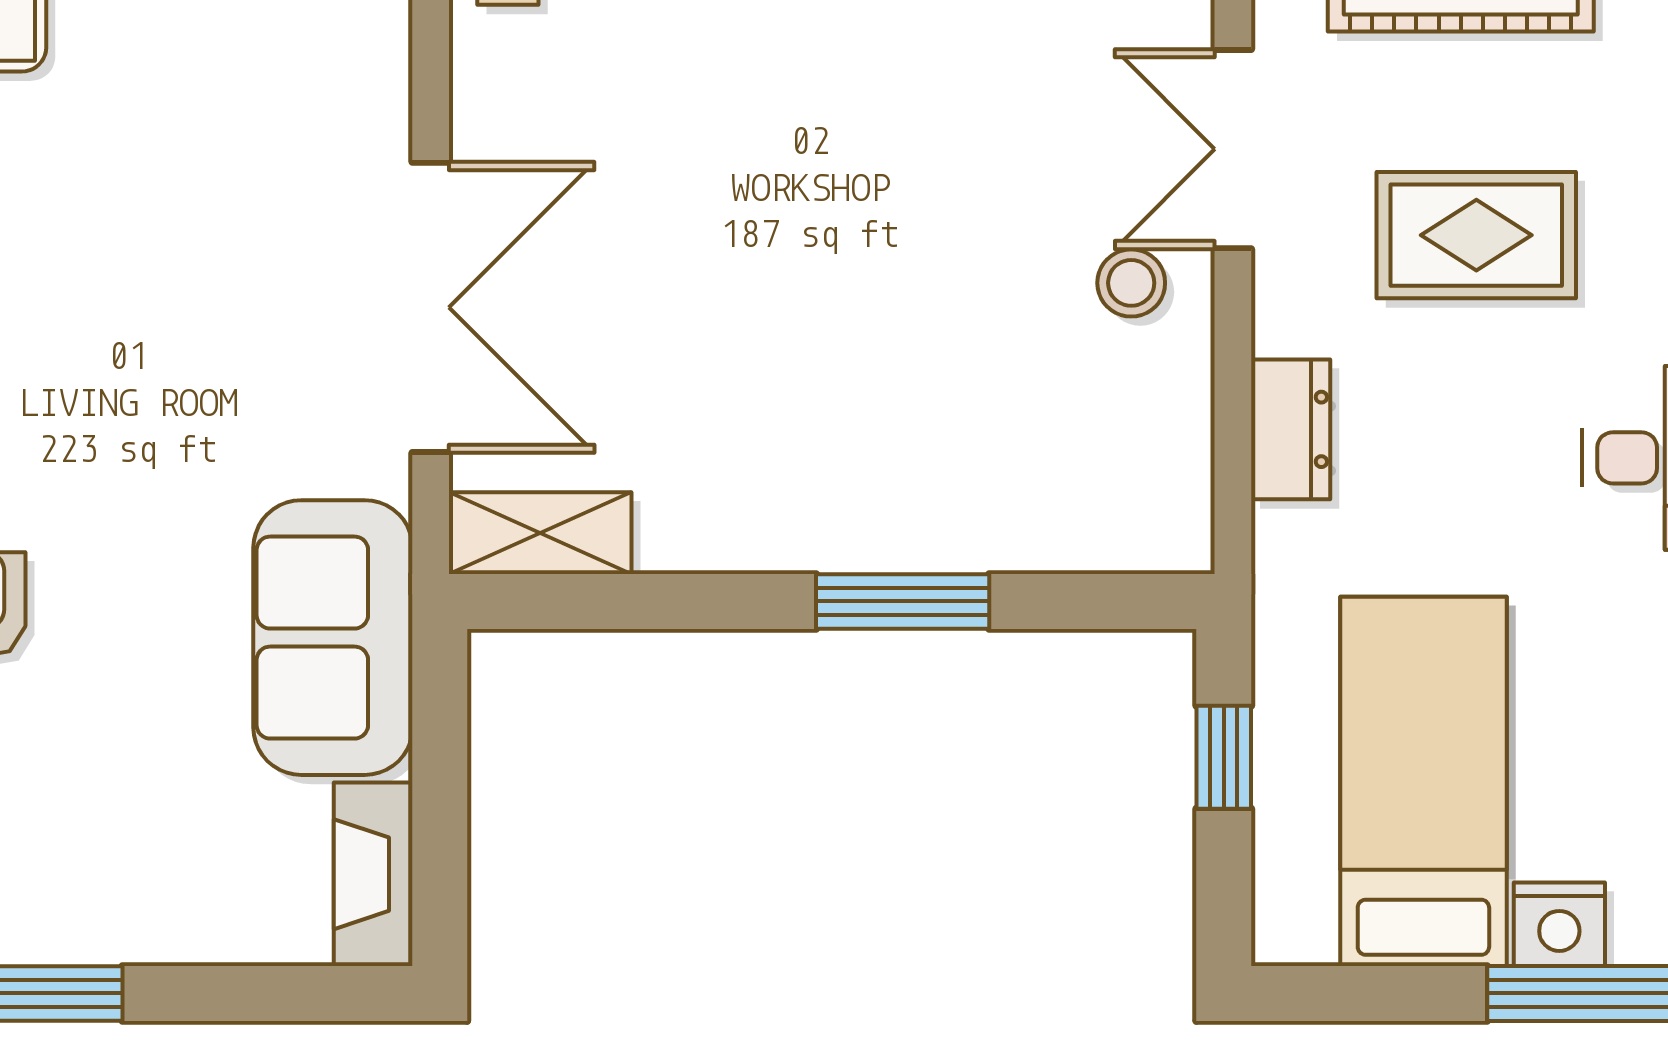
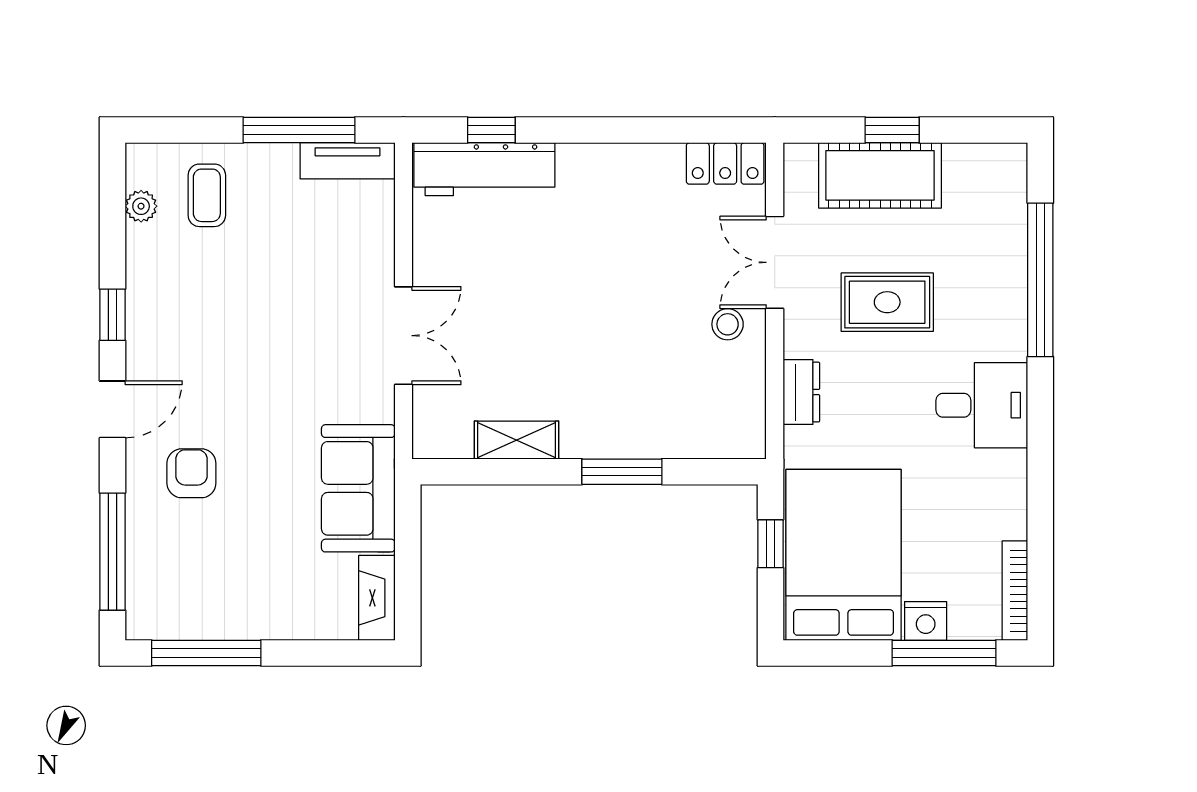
double door: (431, 307) -> (403, 336), width x0.73
shelving: (540, 533) -> (517, 440), moved
bed: (1423, 781) -> (844, 555), width x1.50

